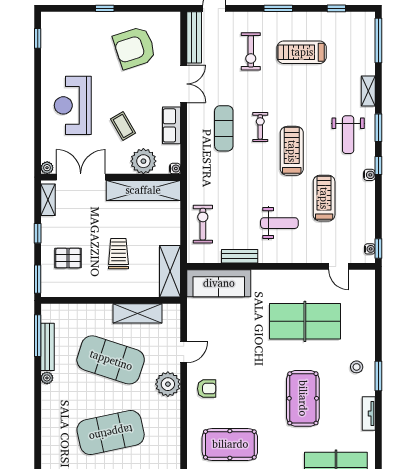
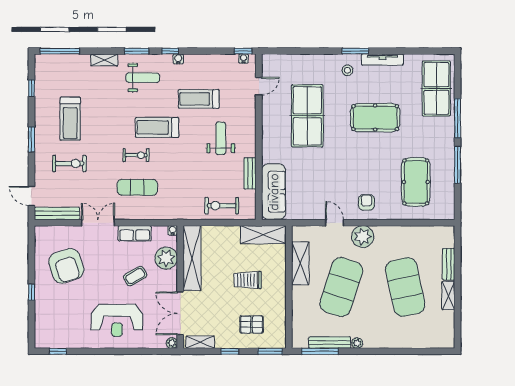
exercise bike: (260, 127) -> (136, 155), turned 180
pallet: (68, 258) -> (252, 325), turned 90
tv unit: (369, 413) -> (382, 60), width x1.41

